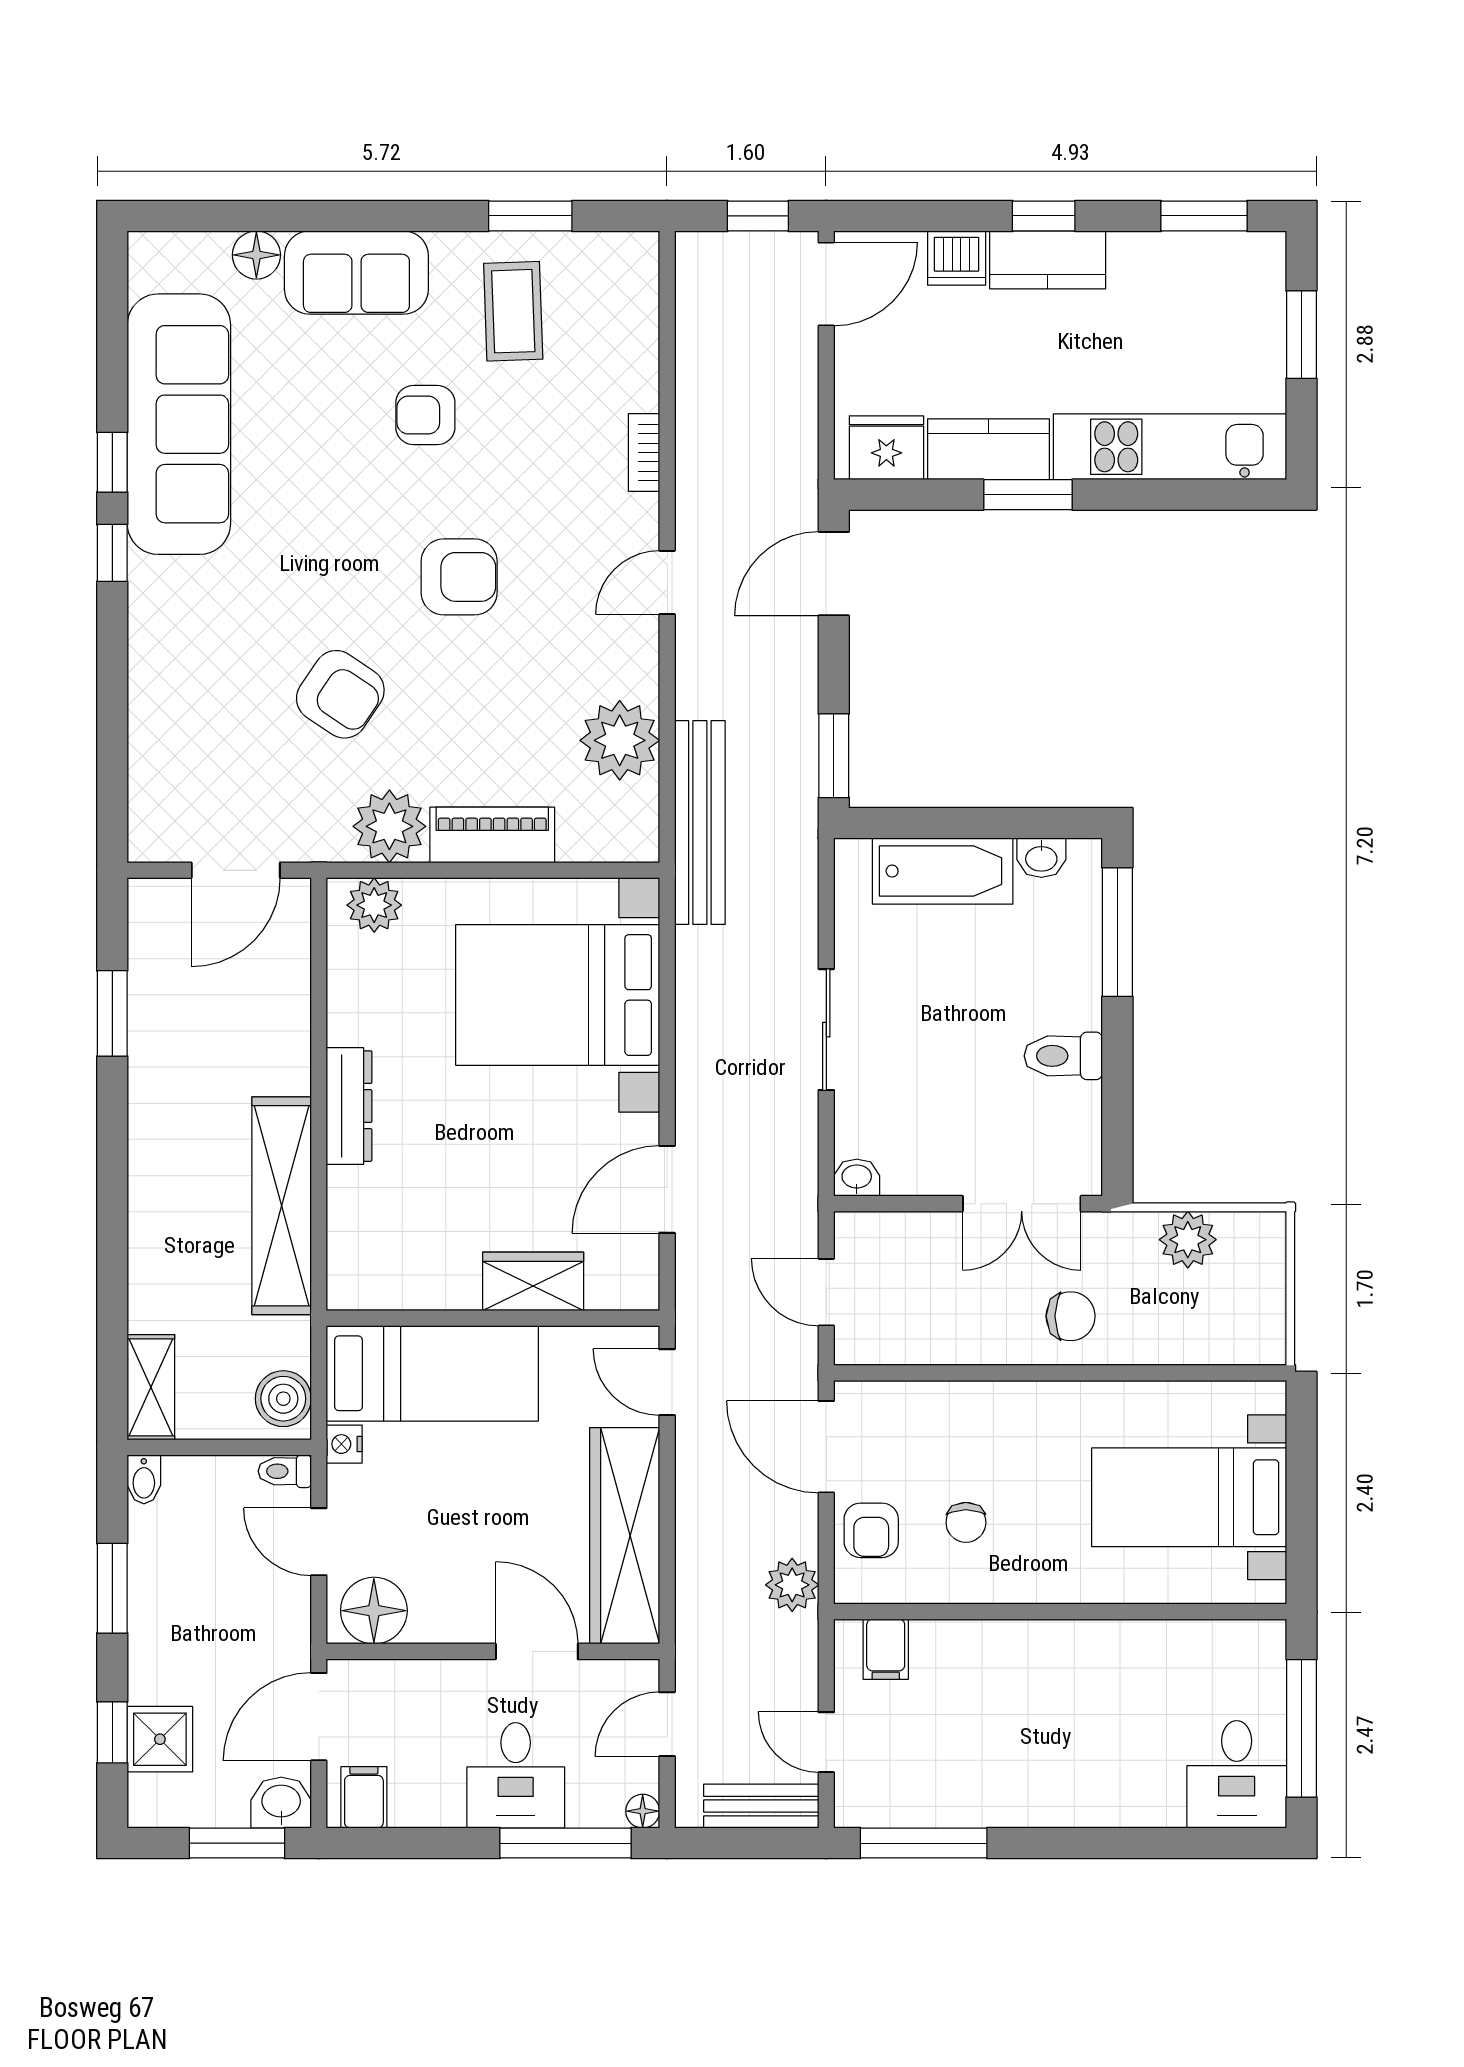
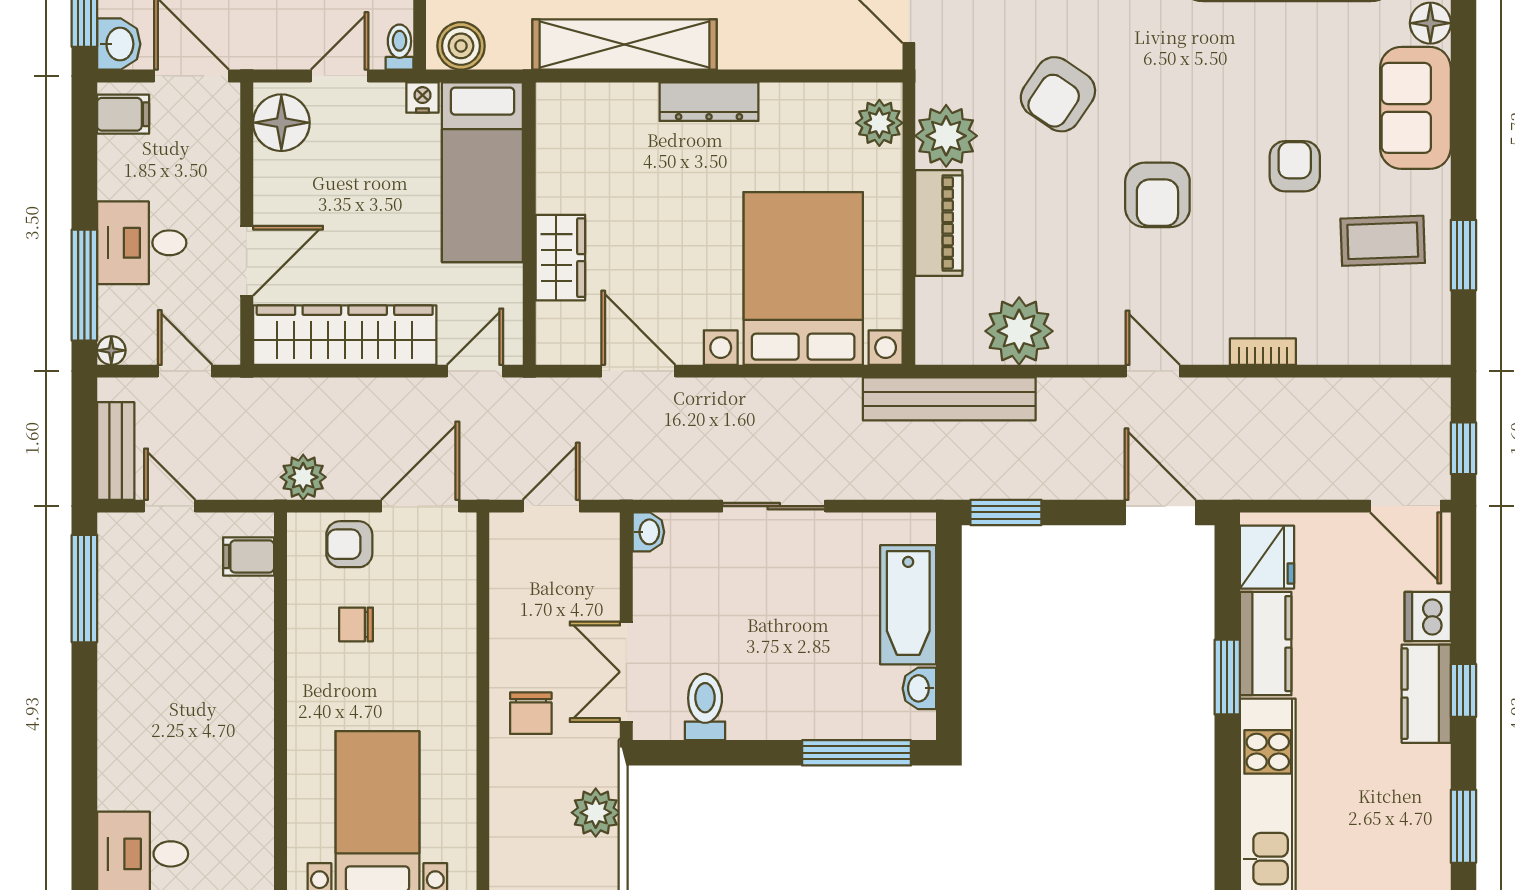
toilet: (1063, 1056) -> (705, 707), moved
door: (826, 1742) -> (170, 506), hinge flipped

